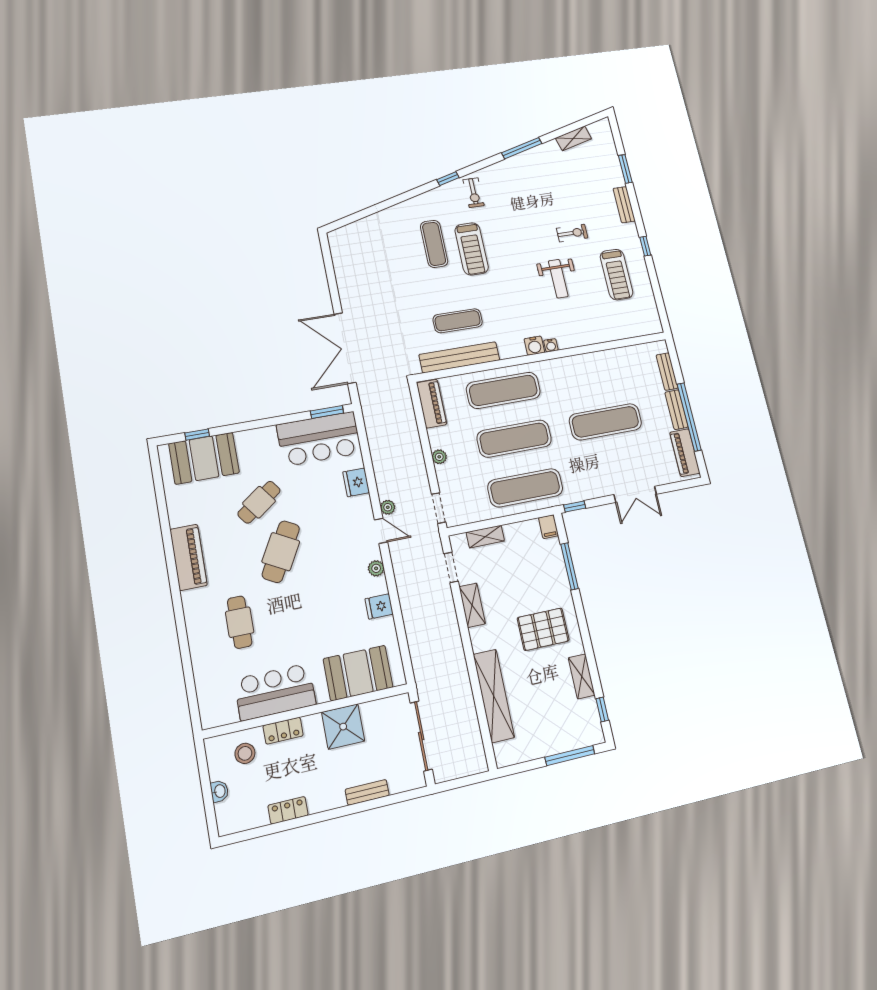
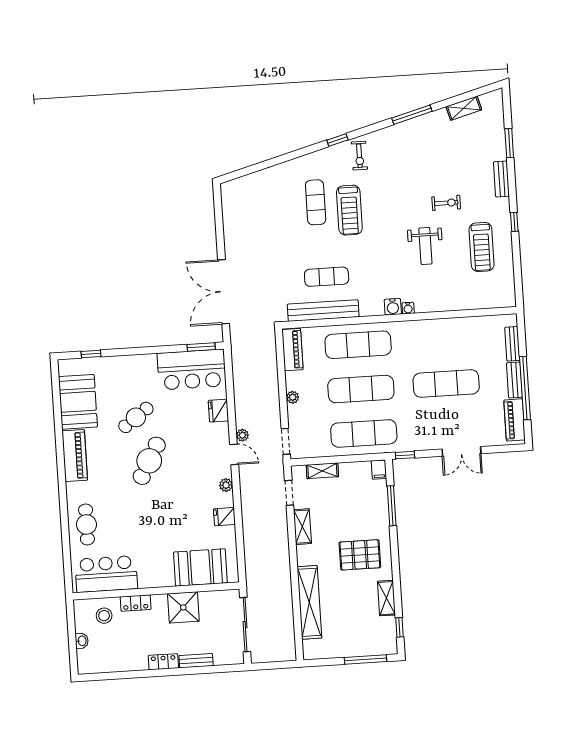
booth: (204, 458) -> (78, 402), moved, turned 90
cafe table: (240, 622) -> (86, 524), moved
bar counter: (275, 692) -> (106, 574), moved
locker: (288, 810) -> (163, 662), moved

